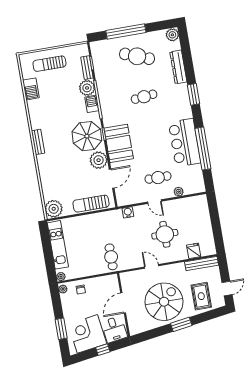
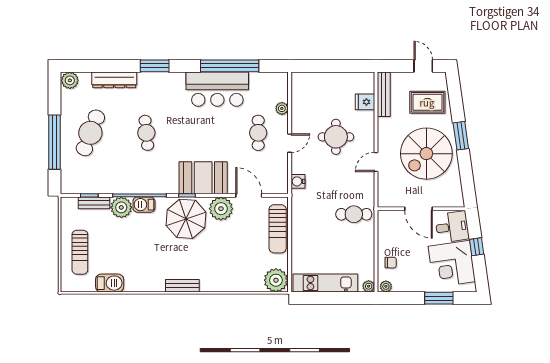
spiral stairs: (164, 302) -> (426, 154), turned -90

